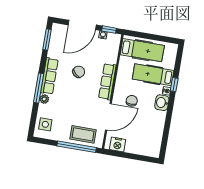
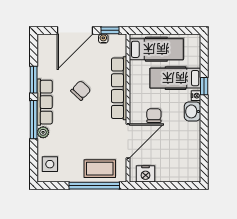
window: (47, 39) -> (34, 80), moved
row of seats: (107, 82) -> (119, 88), width x1.36

